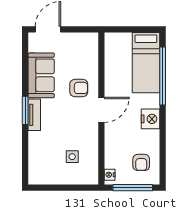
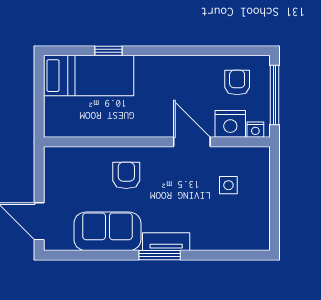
window: (163, 76) -> (108, 51), width x0.32
door: (101, 110) -> (192, 142), moved
nightstand: (151, 119) -> (230, 124), moved, turned 180
armchair: (141, 162) -> (237, 83), turned -90

